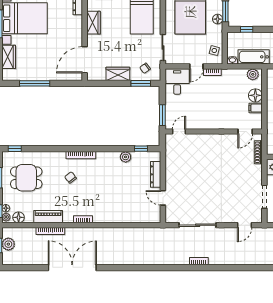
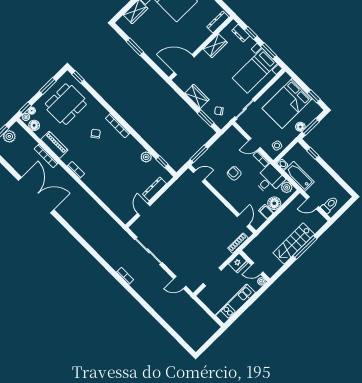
desk: (177, 82) -> (269, 180), moved
window: (35, 83) -> (135, 47), width x0.69
armchair: (203, 103) -> (234, 173), added
door: (245, 131) -> (243, 220), swing flipped
dining table: (26, 178) -> (66, 104), width x1.37

